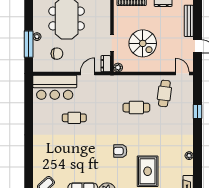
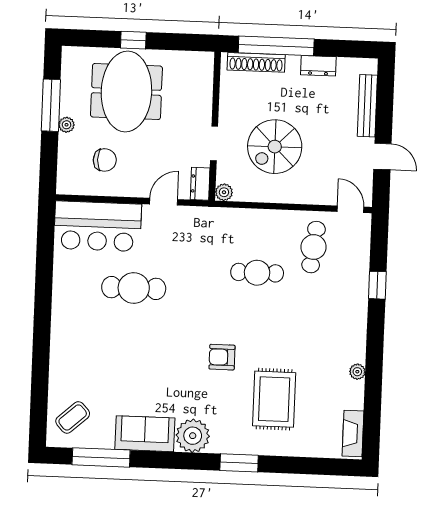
spiral stairs: (143, 43) -> (275, 147), turned 90
window: (29, 44) -> (51, 105), moved
cafe table: (74, 118) -> (134, 288), width x1.37, depth x1.35

